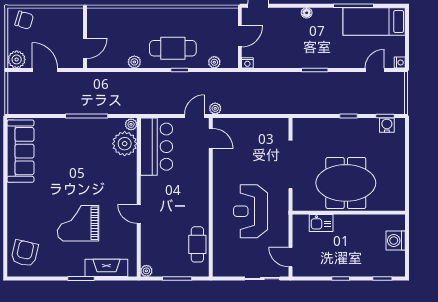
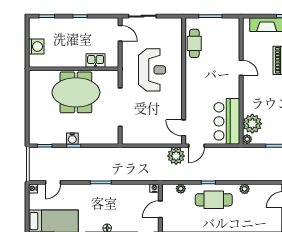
plant: (215, 108) -> (176, 156), width x1.88, depth x1.88
water cooler: (387, 125) -> (72, 139), moved
plant: (146, 271) -> (235, 22), removed

